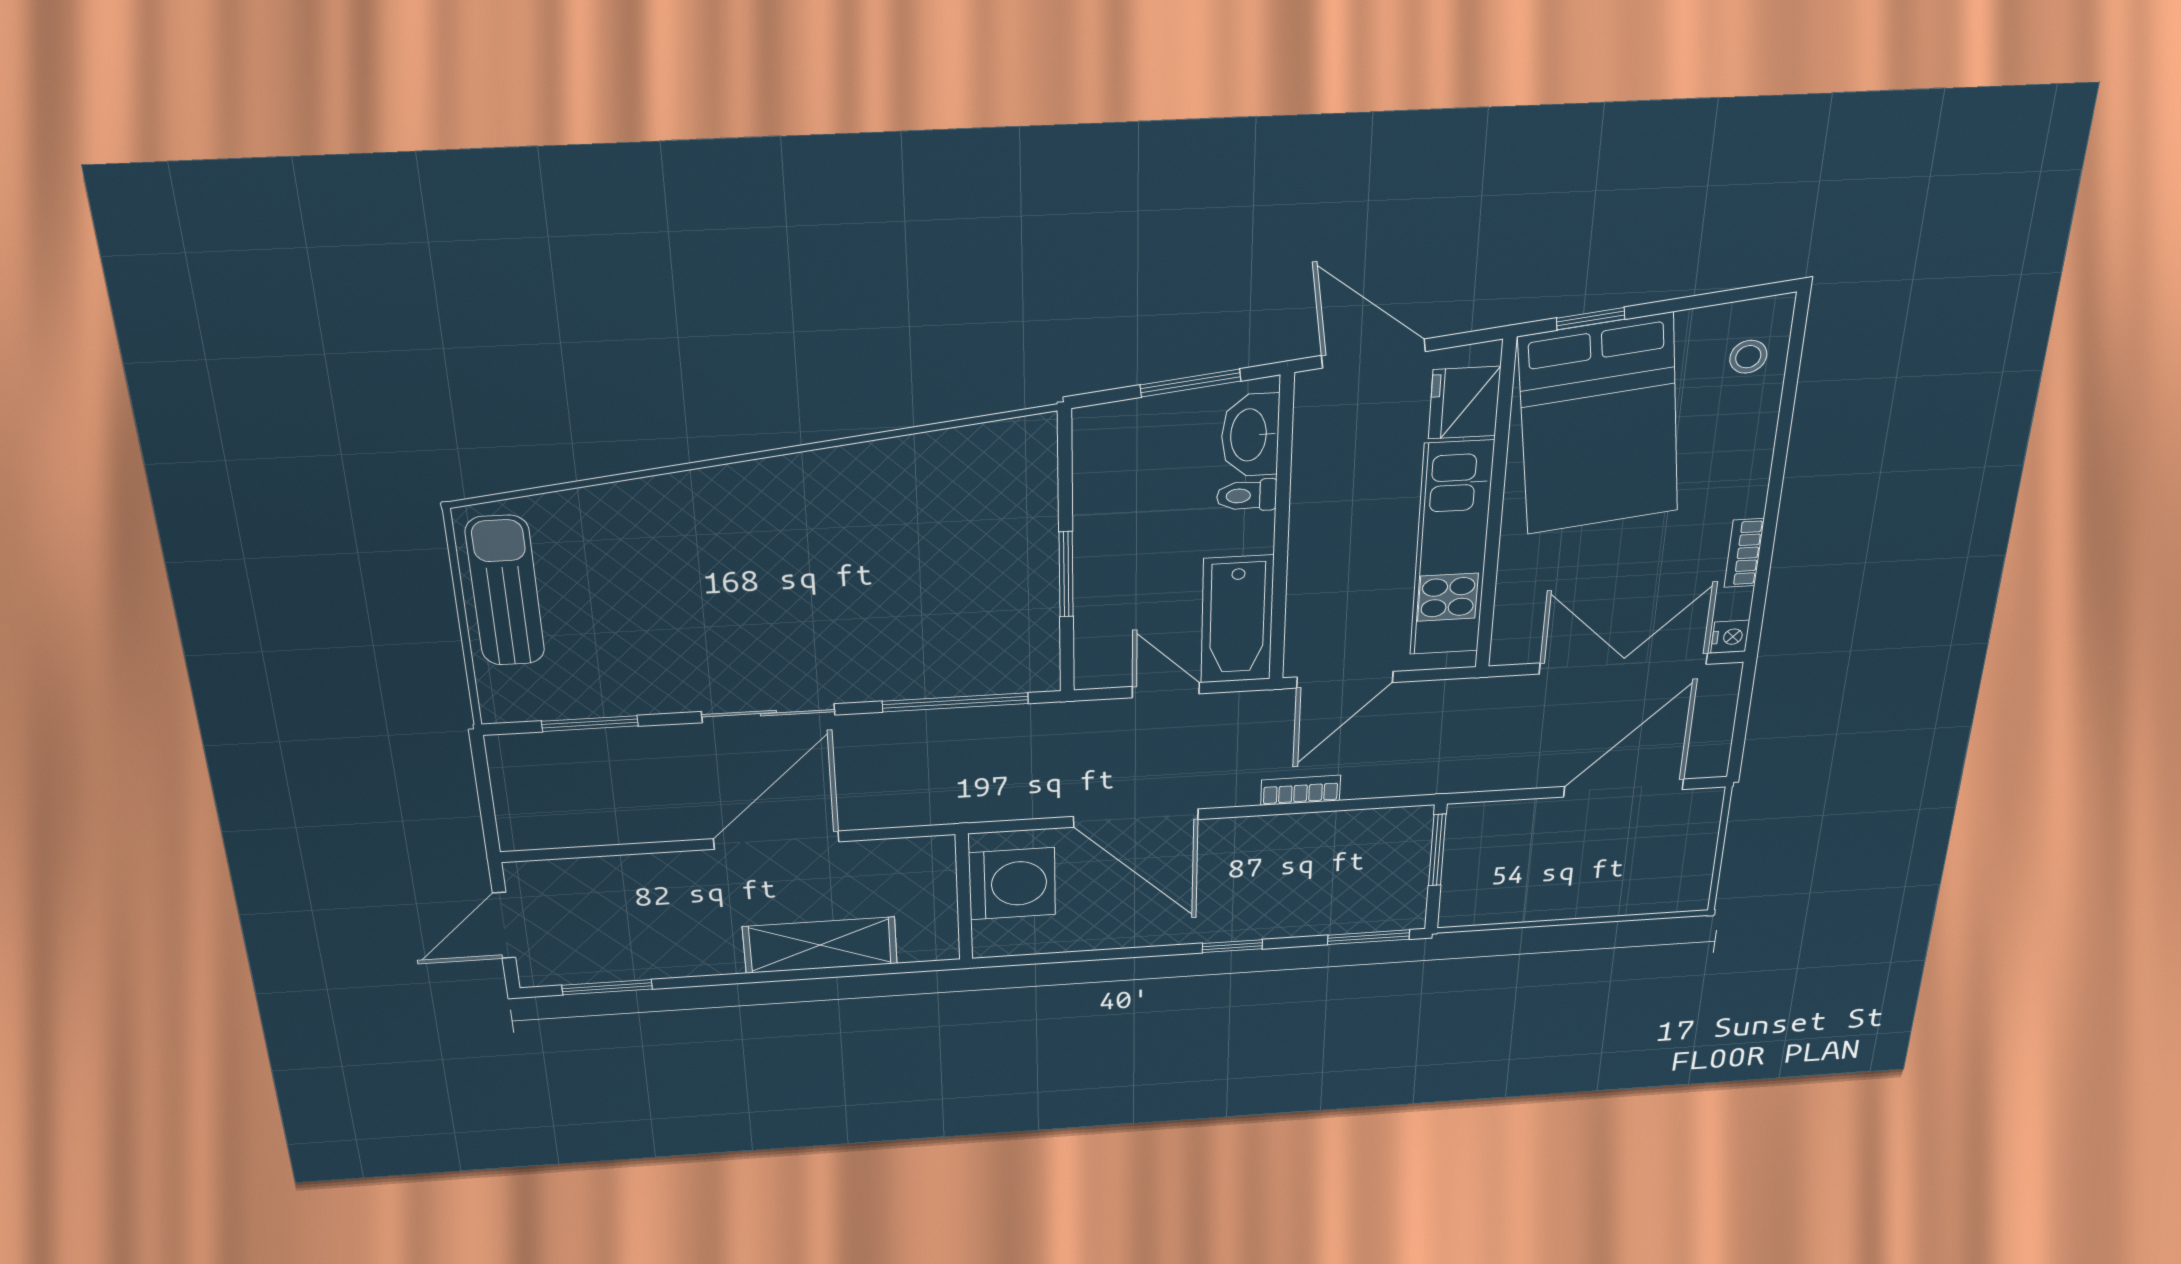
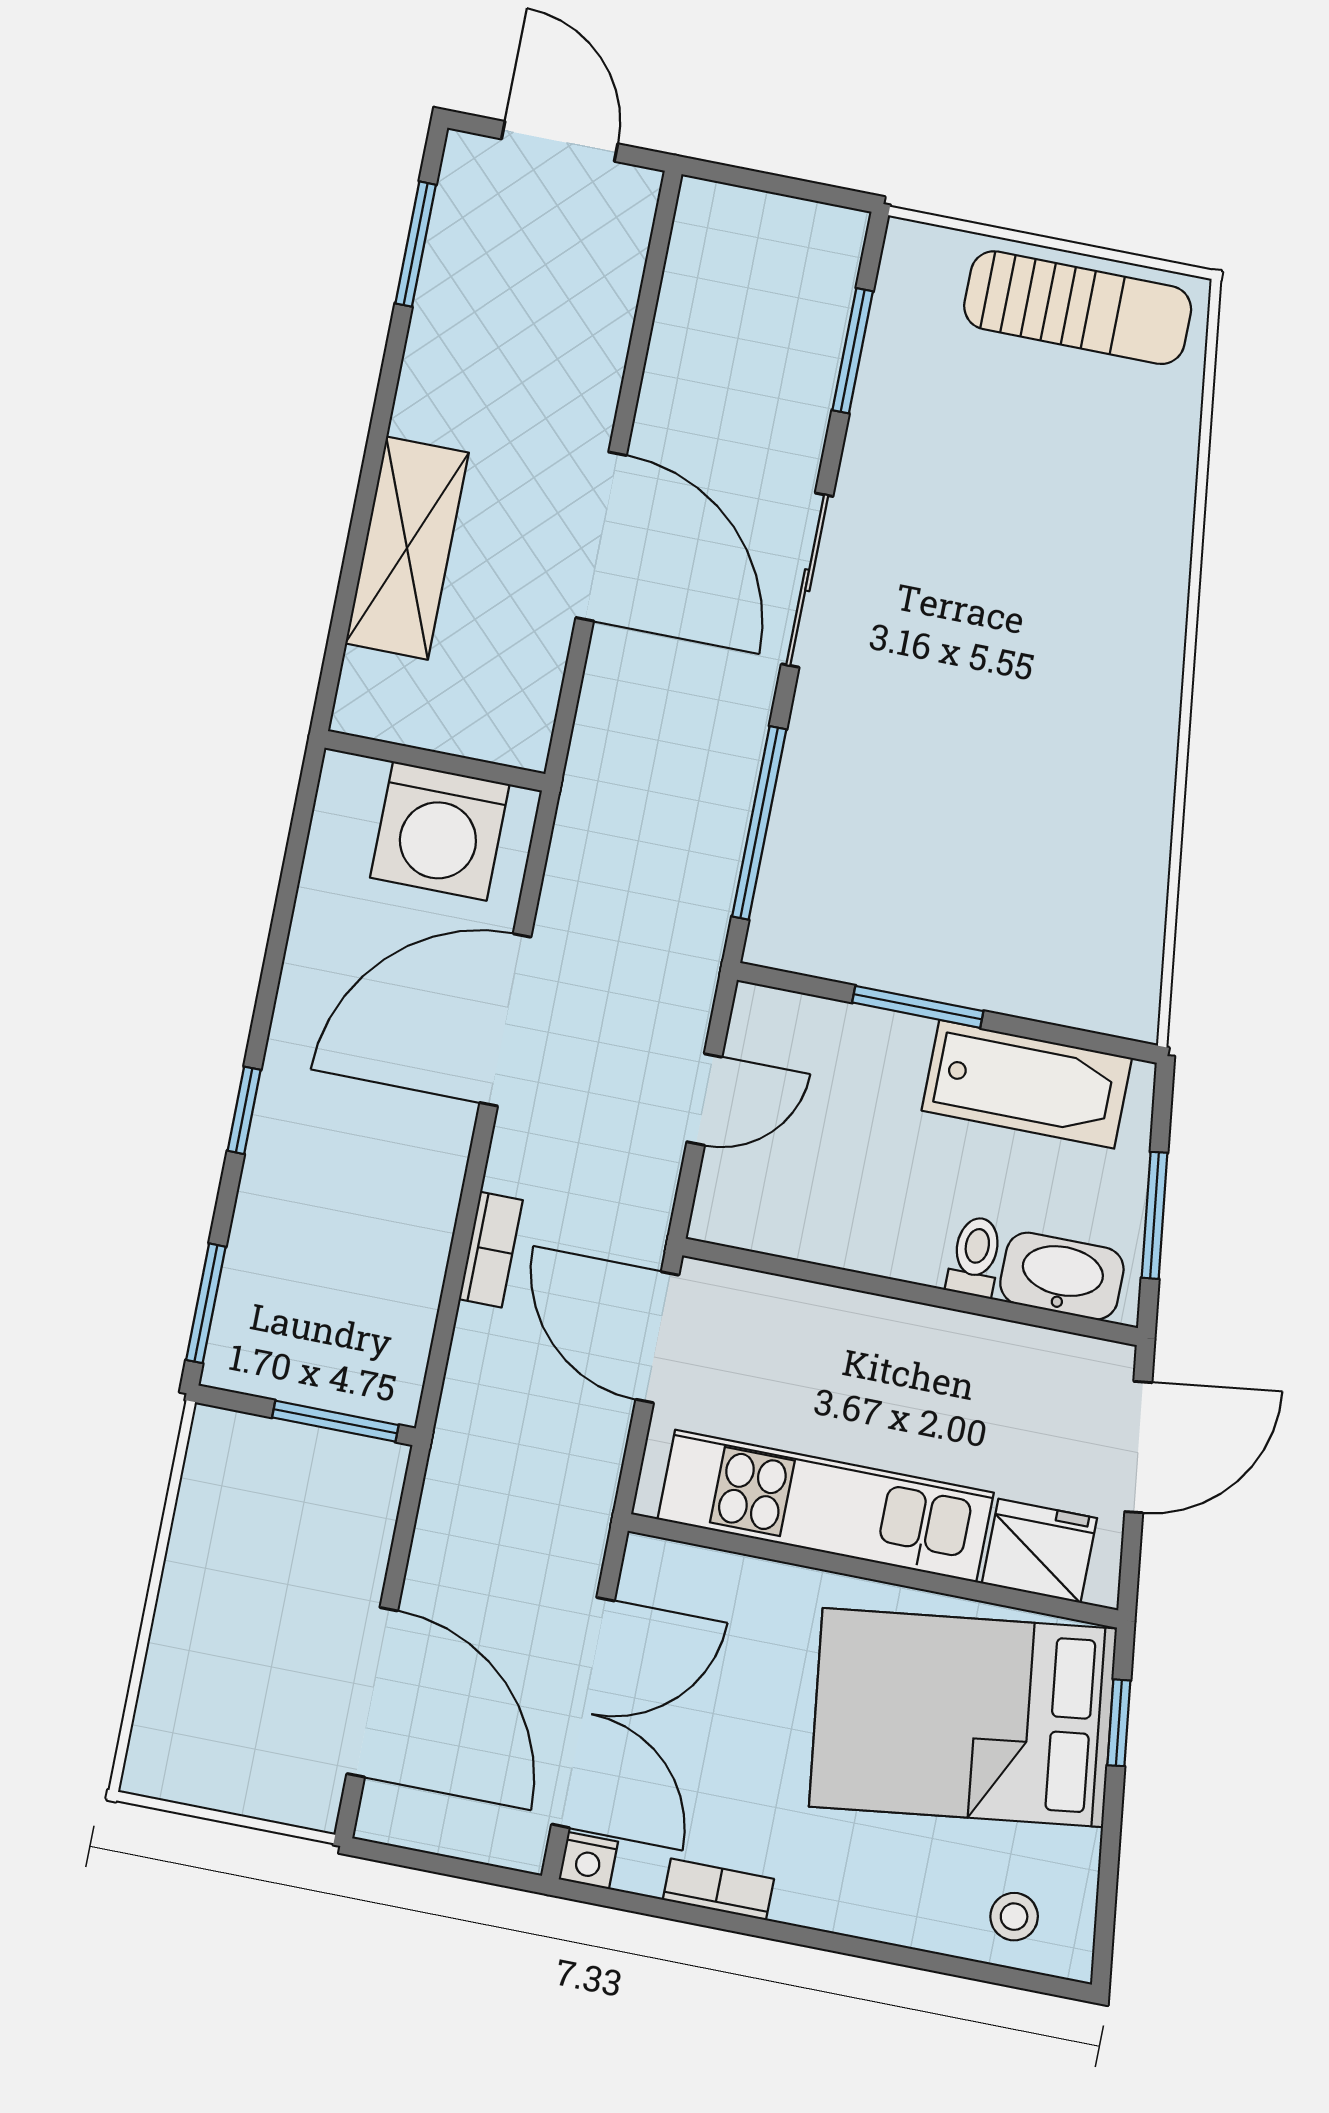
bathtub: (1237, 619) -> (1027, 1084), moved, turned 180

